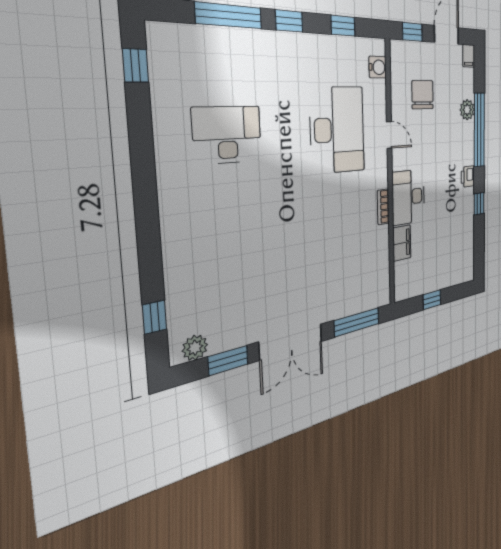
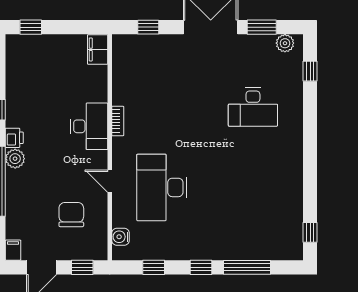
chair: (423, 95) -> (71, 215), turned 180
plant: (467, 110) -> (15, 159), moved
desk: (227, 135) -> (253, 107), moved
filing cabinet: (402, 243) -> (98, 49), moved
window: (432, 300) -> (31, 27), moved
window: (357, 322) -> (148, 27), width x0.46

